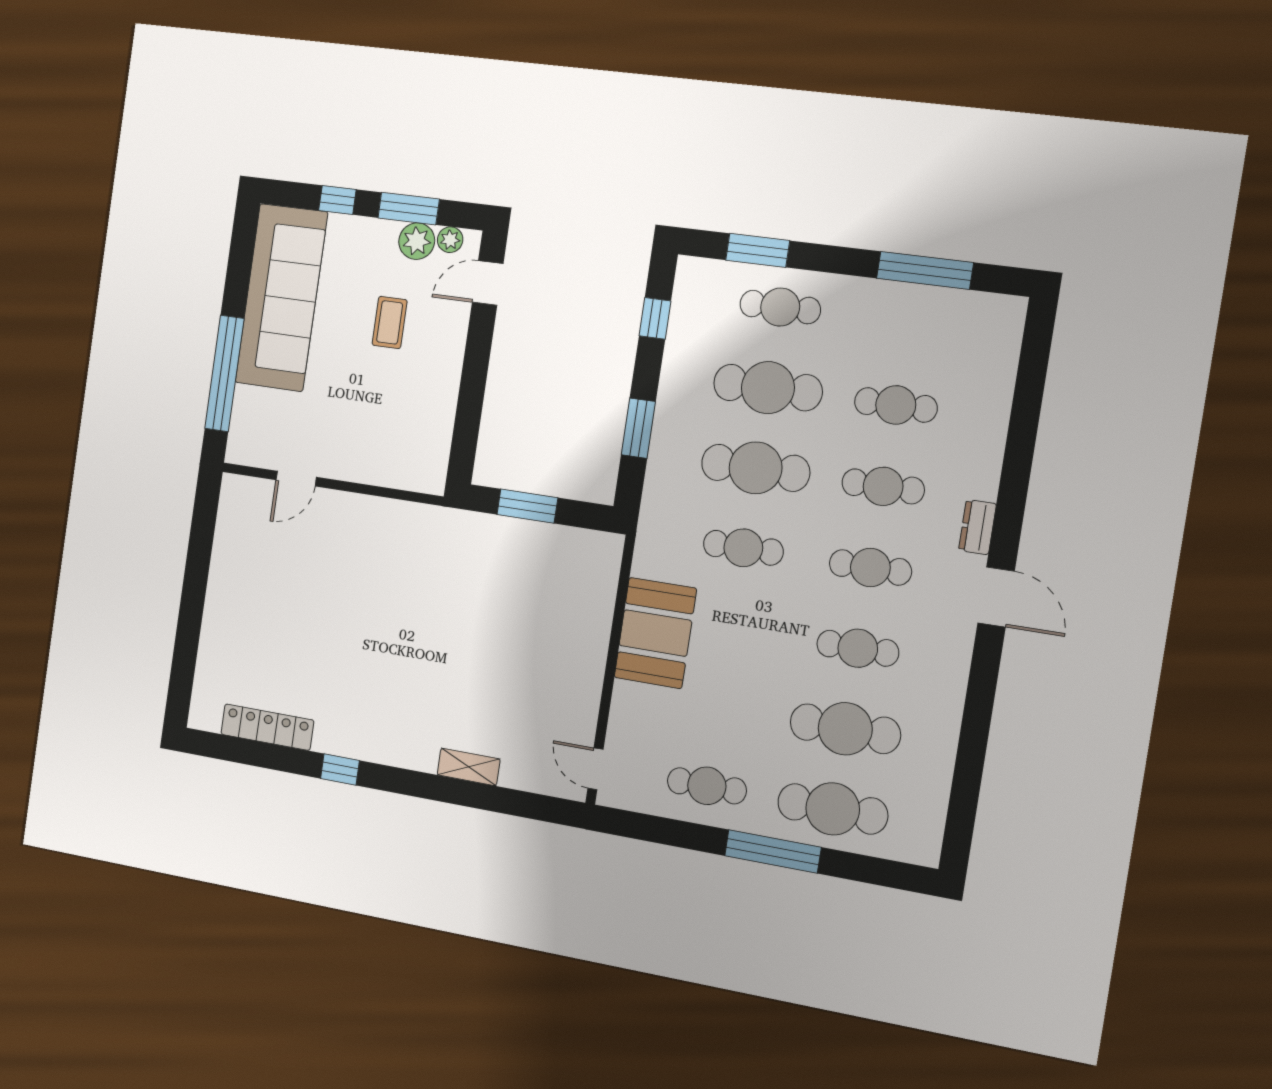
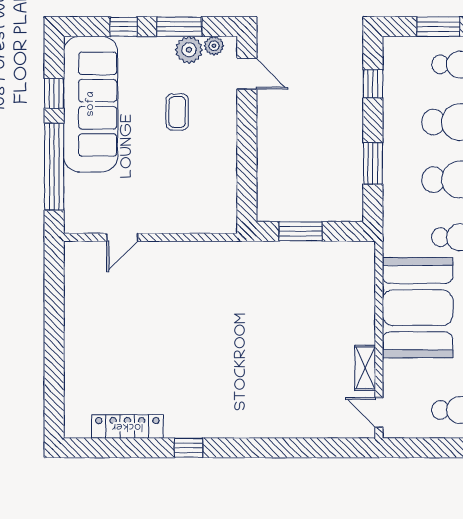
window: (238, 277) -> (54, 93), added
door: (488, 283) -> (247, 74), swing flipped
booth: (655, 633) -> (418, 308), width x1.36, depth x1.42
shelving: (469, 767) -> (365, 368), moved, turned 90

